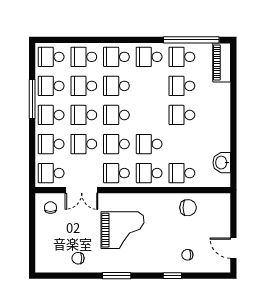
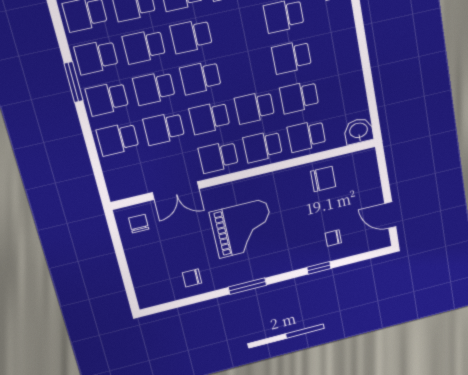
window: (32, 99) -> (74, 82), width x0.69
washbasin: (222, 163) -> (359, 131), moved, turned 90
school desk: (51, 173) -> (299, 97), moved

